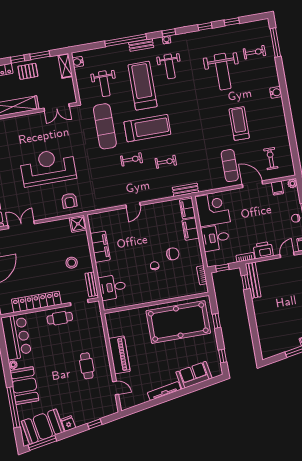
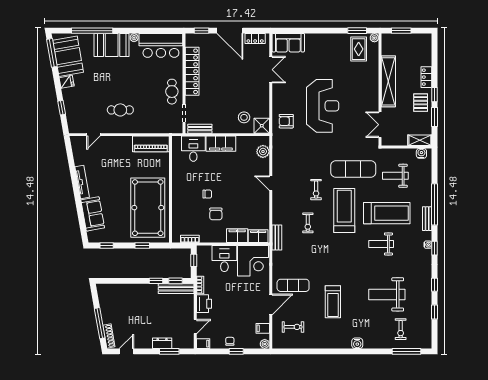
weight bench: (170, 66) -> (381, 244), moved
treadmill: (239, 123) -> (333, 302), turned 90
treadmill: (147, 128) -> (344, 211), turned 180
plant: (103, 218) -> (263, 151), added
filing cabinet: (100, 247) -> (221, 144), moved
door: (287, 255) -> (195, 327), hinge flipped
stool: (72, 263) -> (244, 117), moved
window: (249, 301) -> (156, 281), added
piano: (119, 355) -> (151, 144), moved

